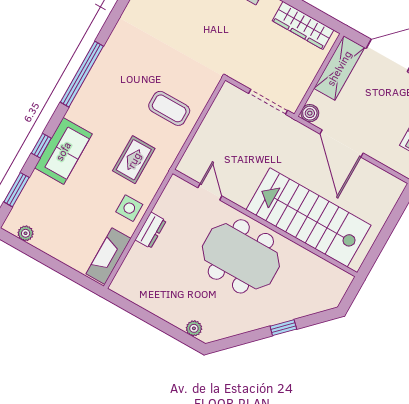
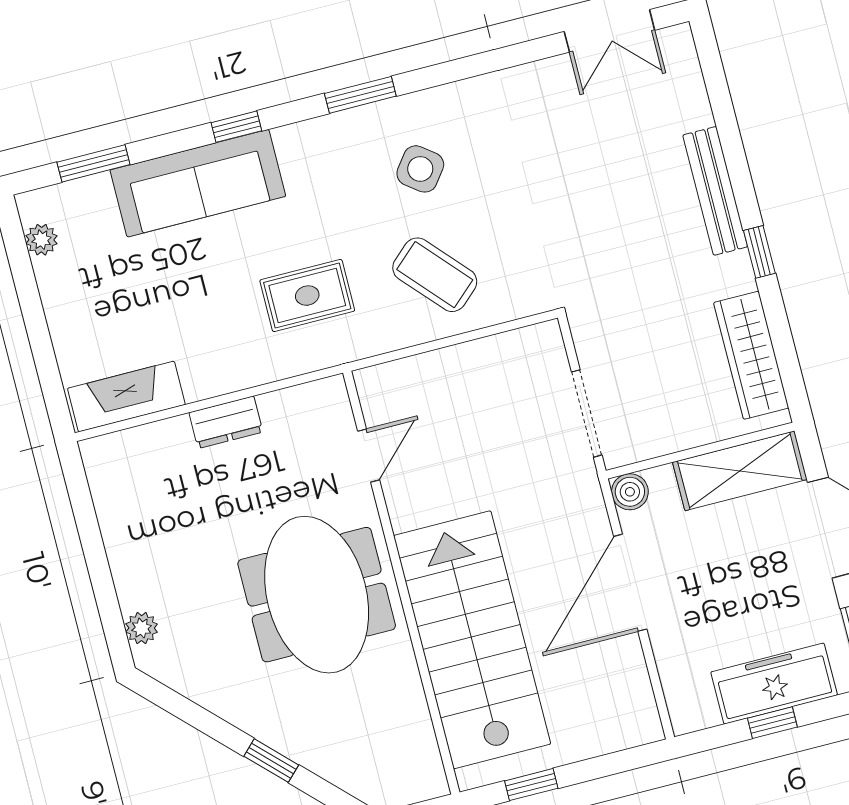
window: (82, 74) -> (360, 95), width x0.47
coffee table: (169, 108) -> (435, 275), turned -42
window: (41, 146) -> (236, 127), moved
sofa: (63, 151) -> (198, 183), width x1.36
side table: (129, 208) -> (420, 169), moved, turned 37
window: (379, 245) -> (531, 785), added

